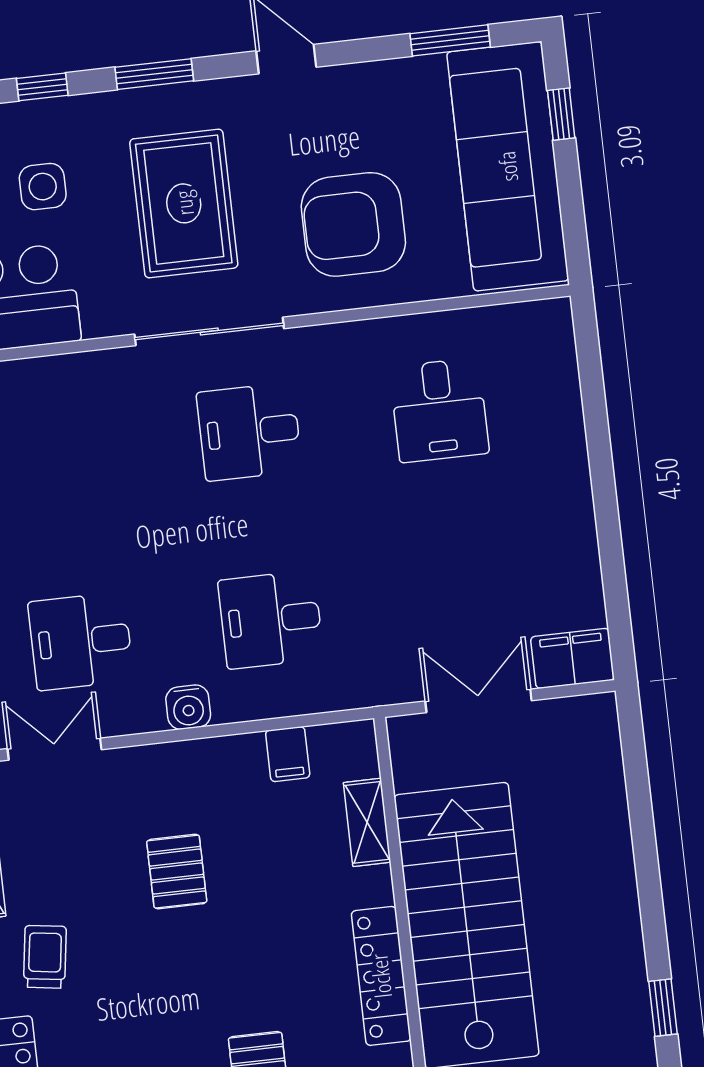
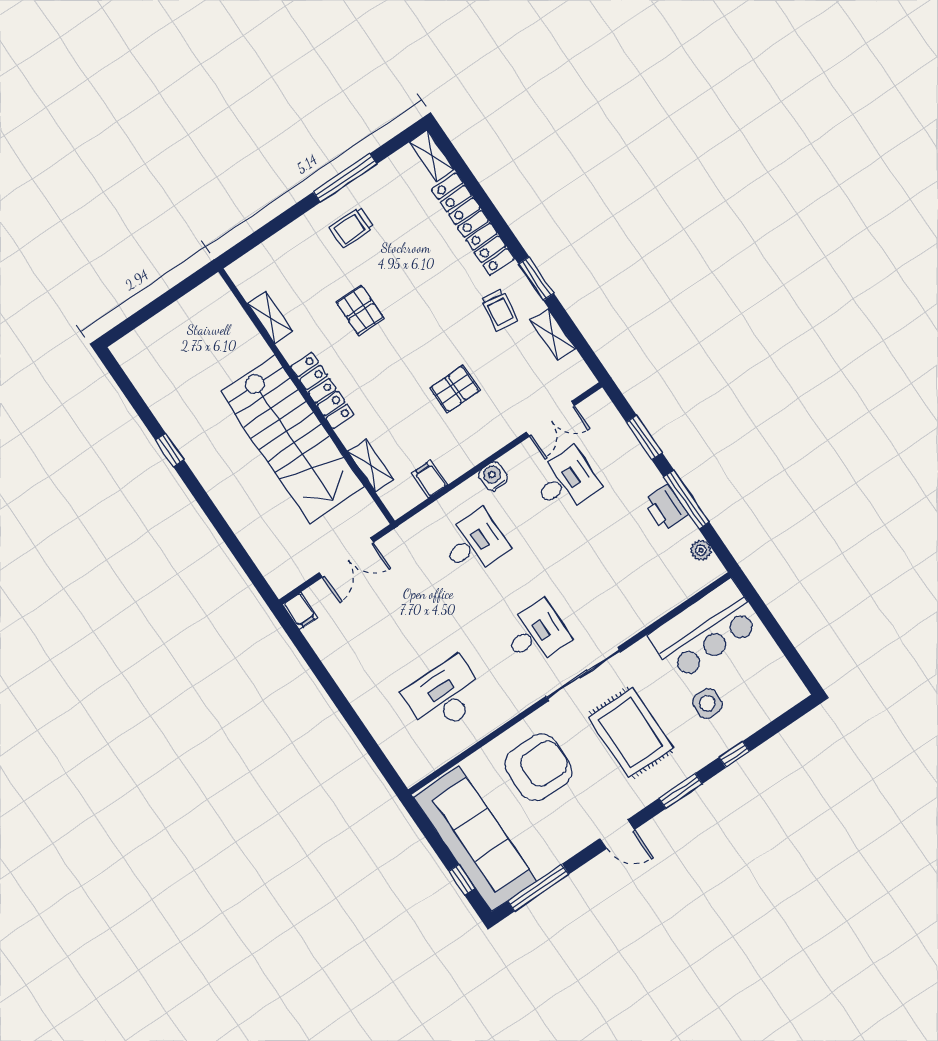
window: (450, 40) -> (538, 888), width x1.44
desk: (439, 410) -> (444, 696), width x1.37
filing cabinet: (572, 658) -> (300, 611), width x0.50
pallet: (177, 872) -> (455, 389), turned 90

